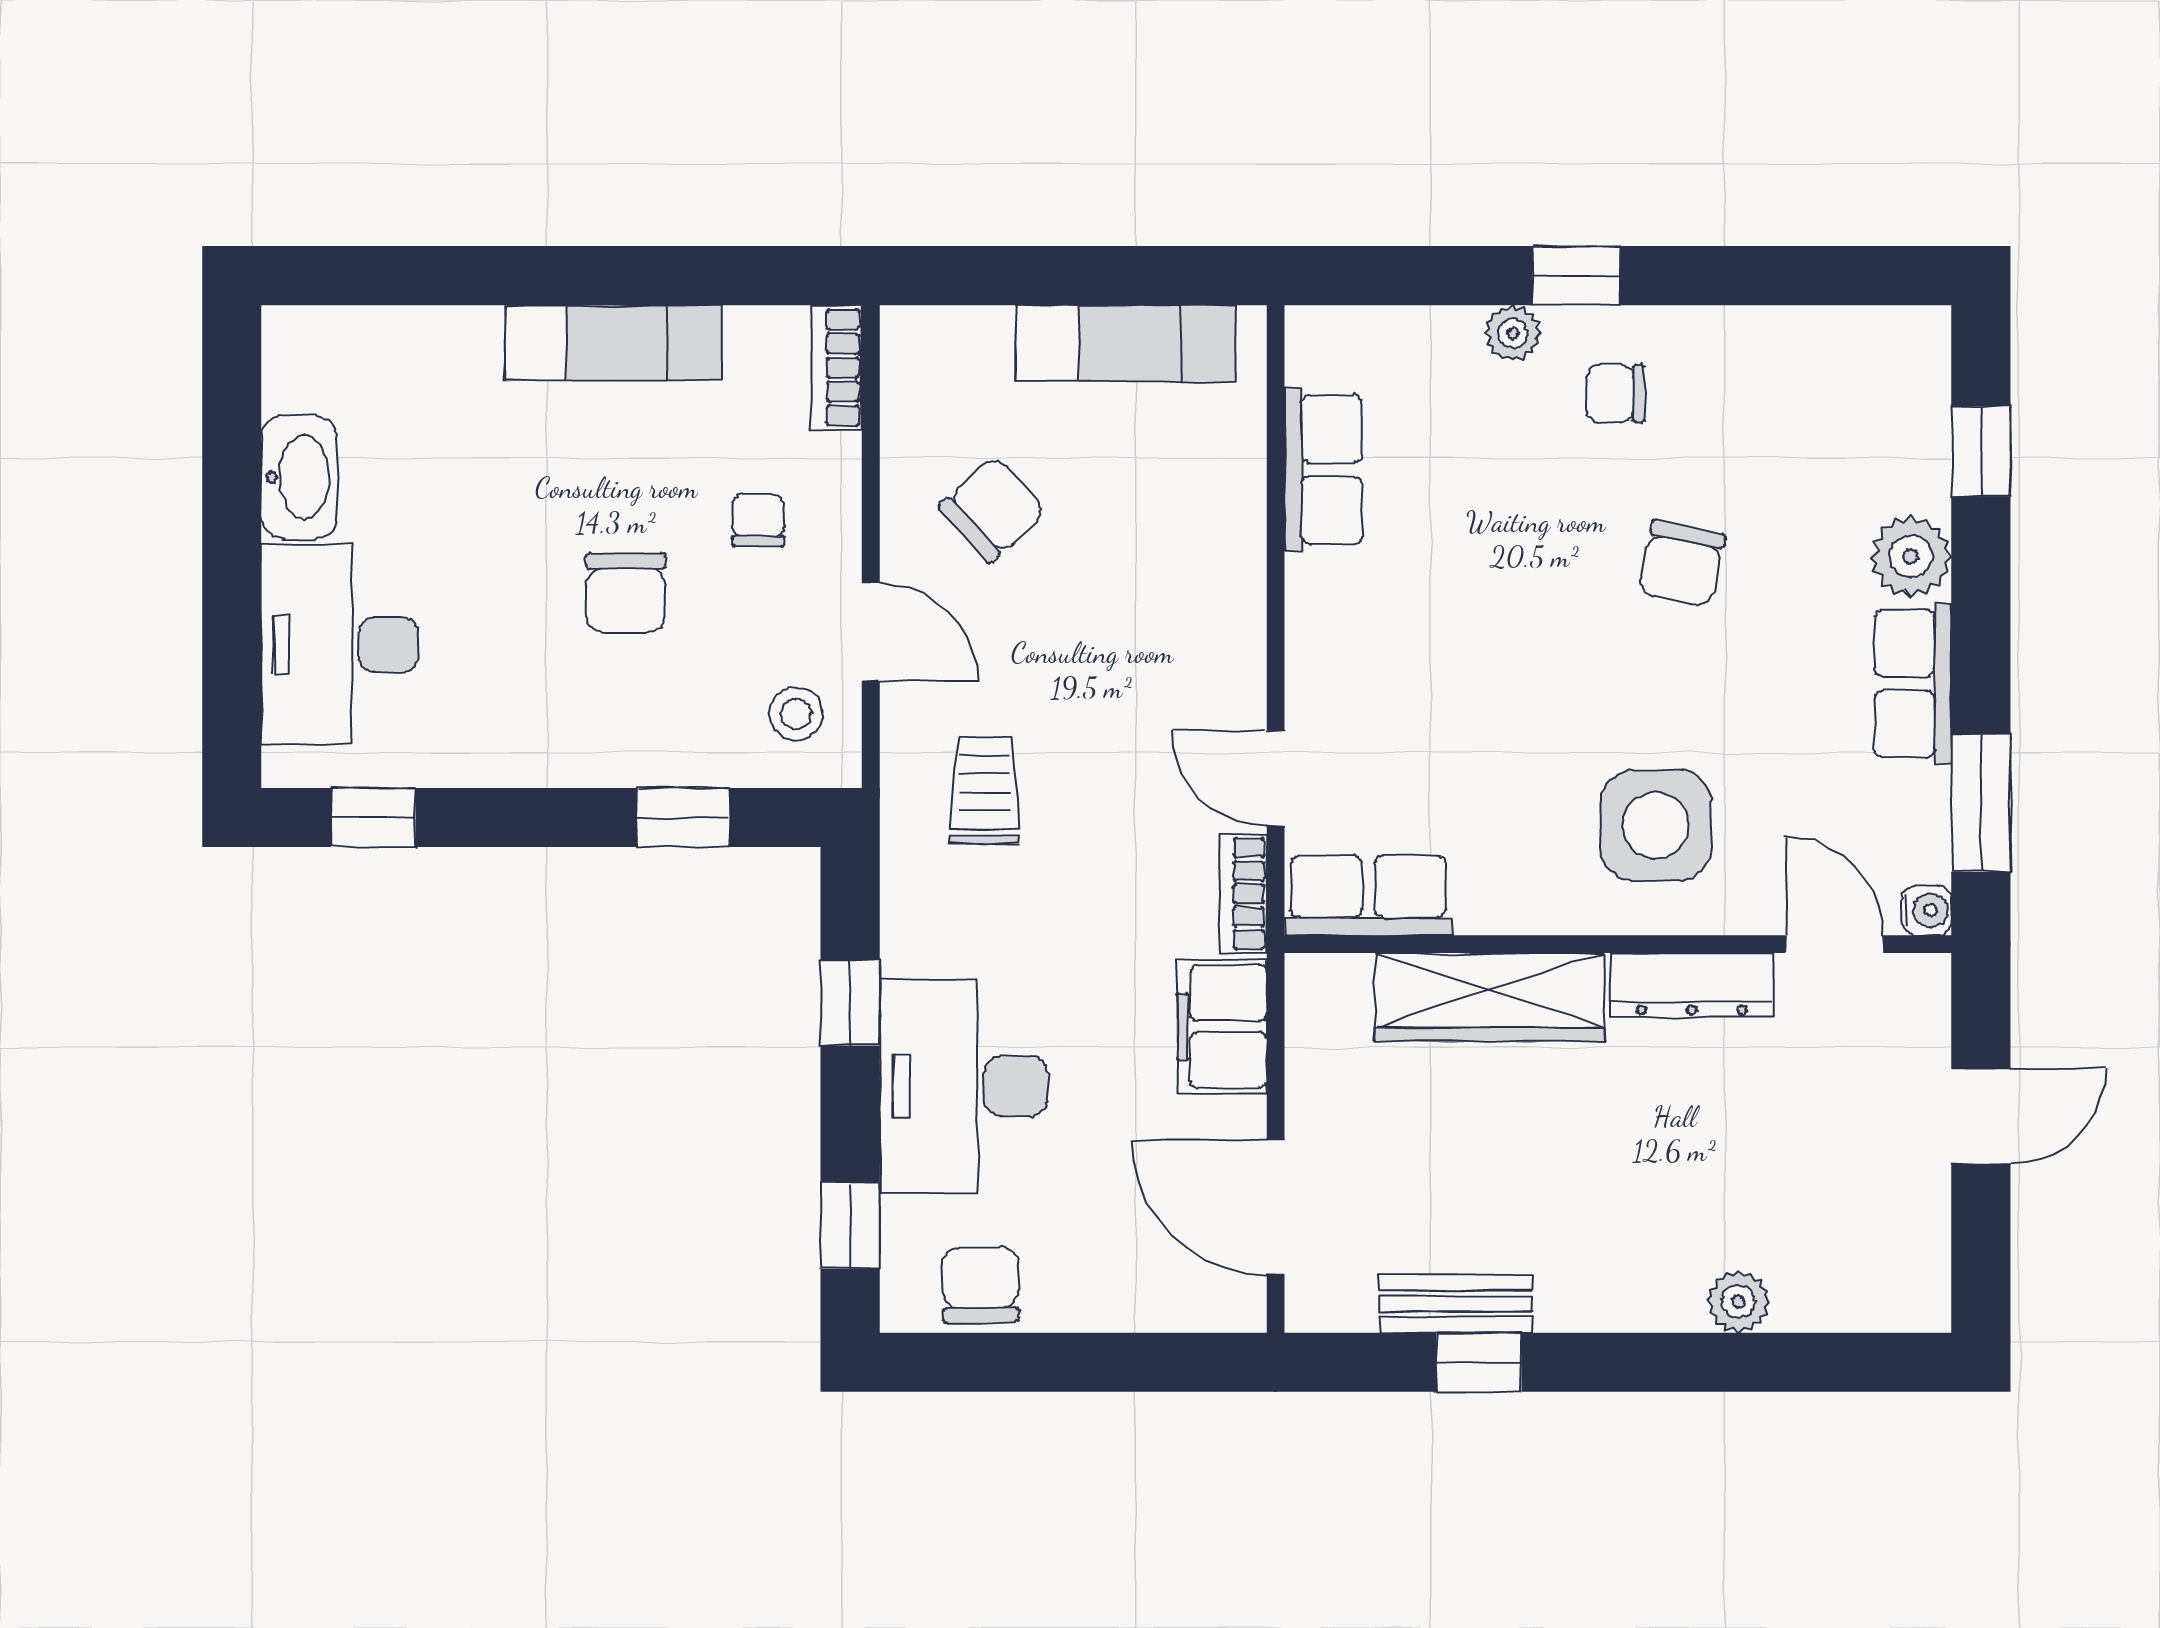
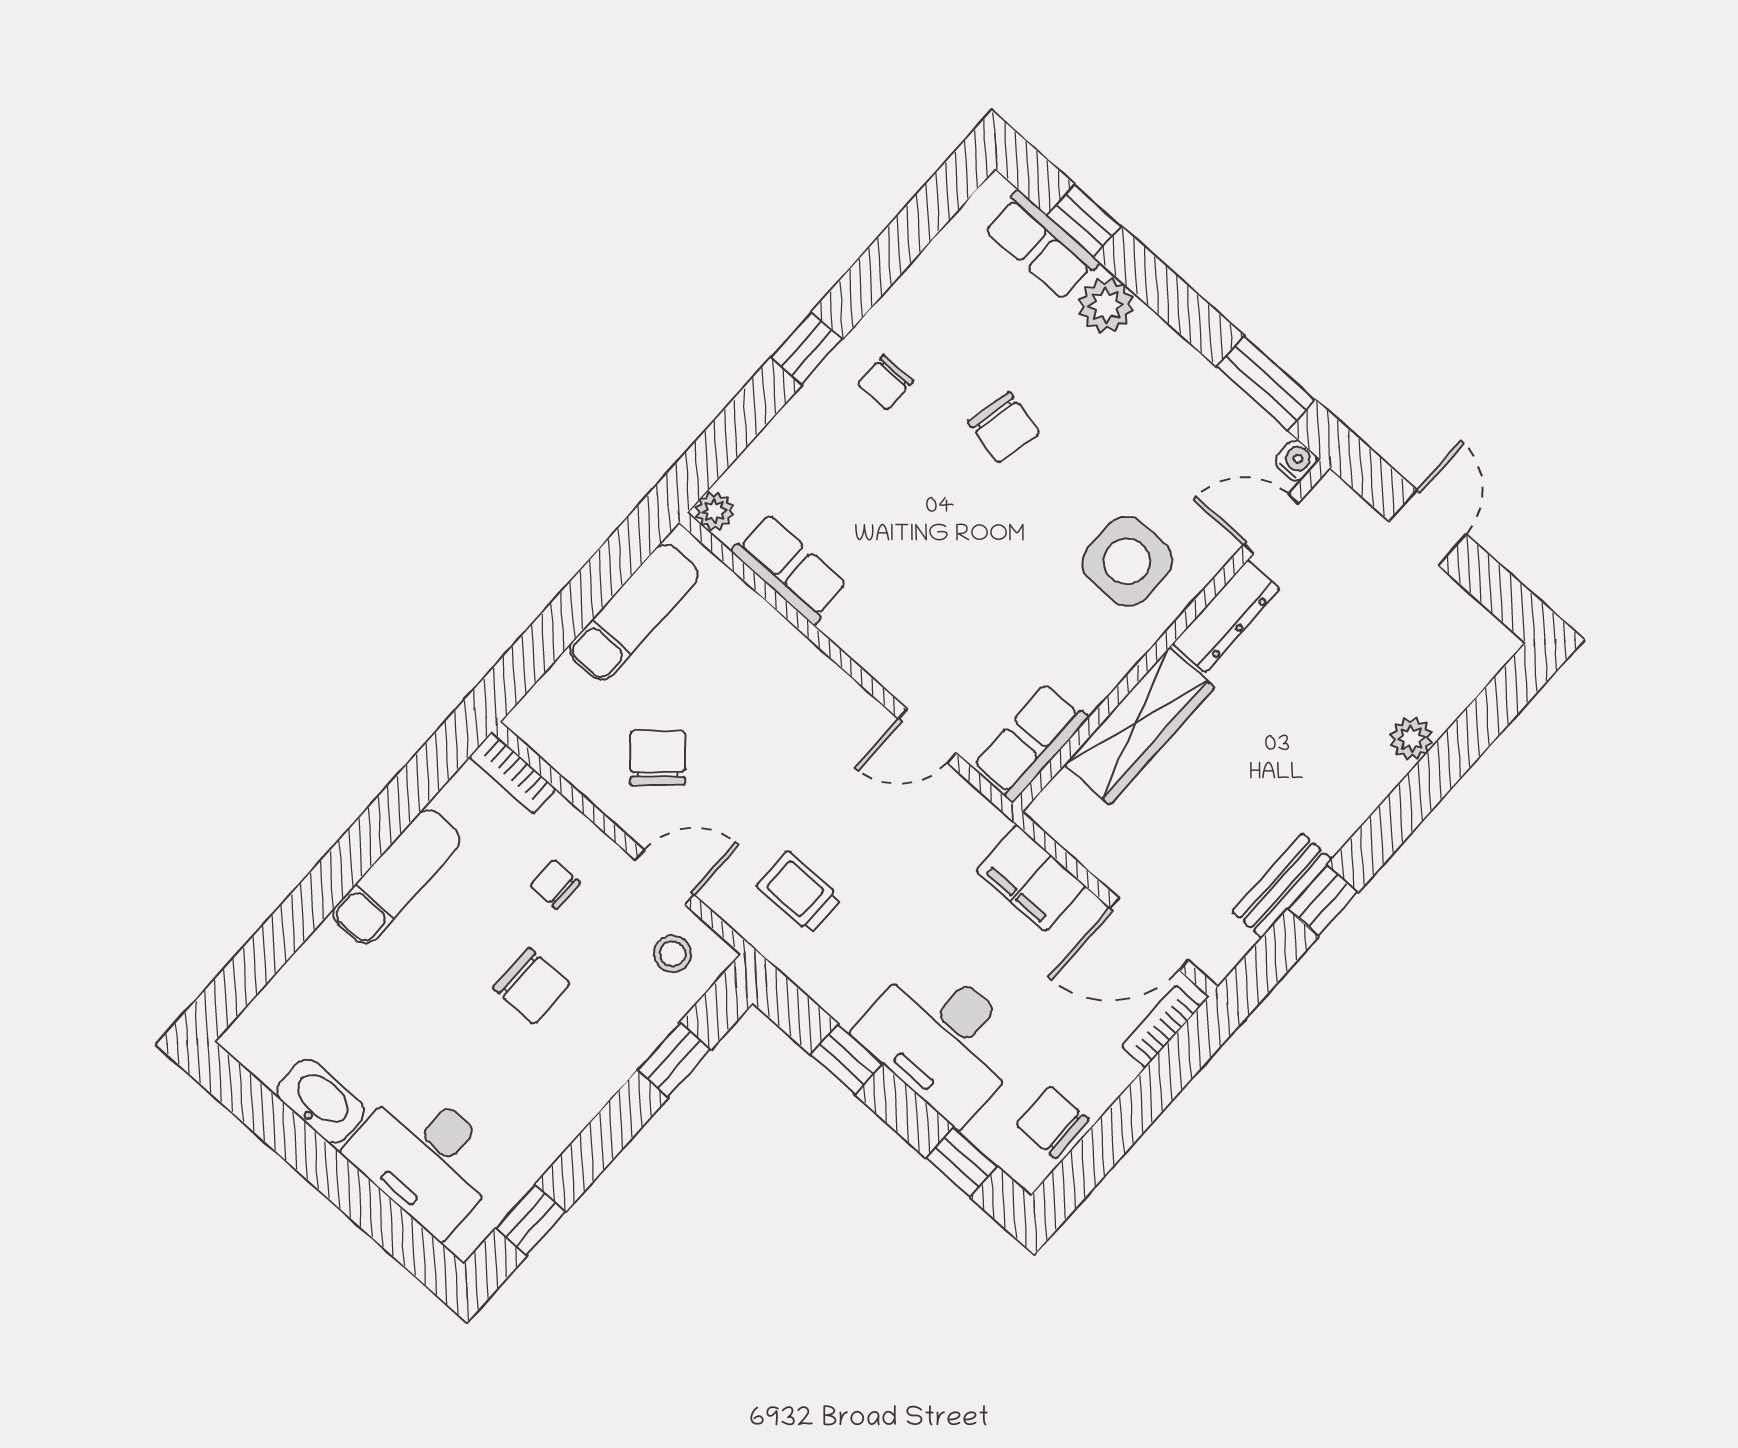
plant: (1513, 333) -> (714, 511), moved
row of seats: (1913, 684) -> (1041, 246), moved
bookcase: (1243, 894) -> (1161, 1026), moved, turned 90

